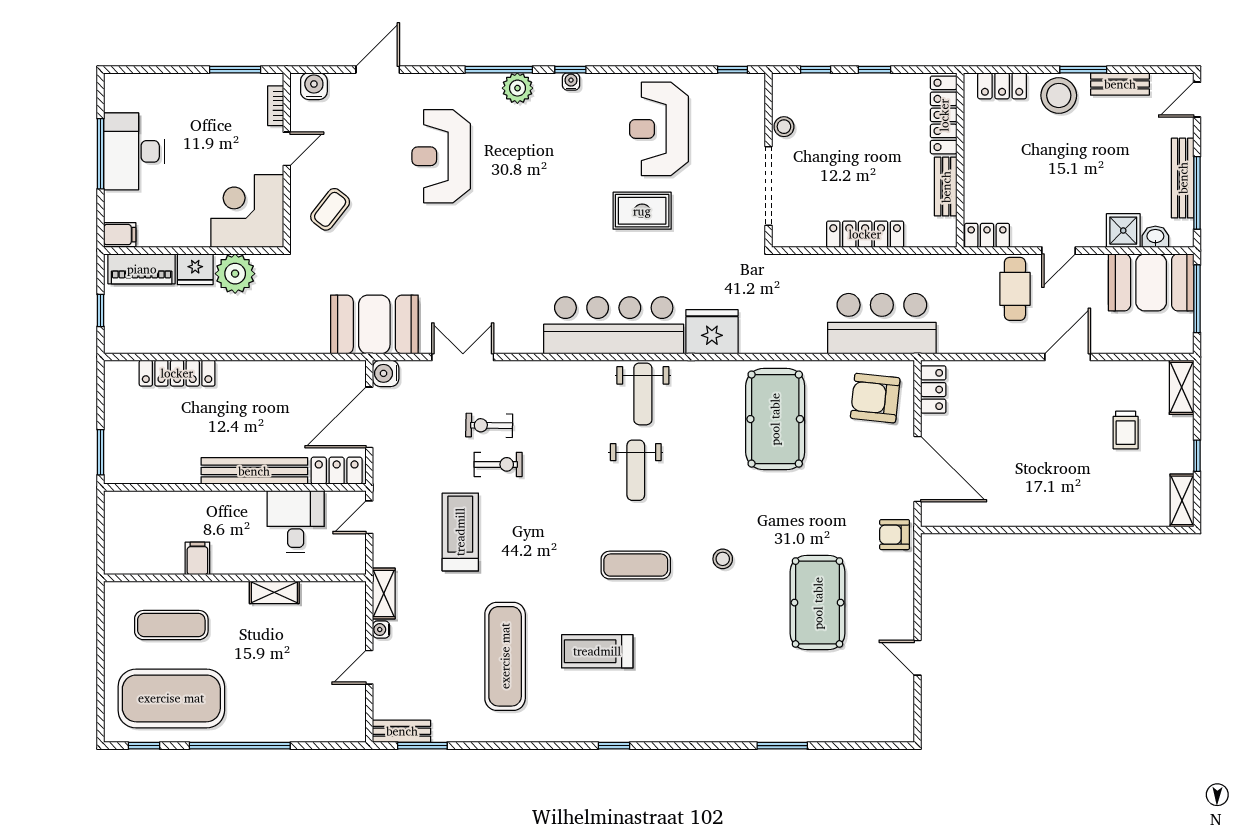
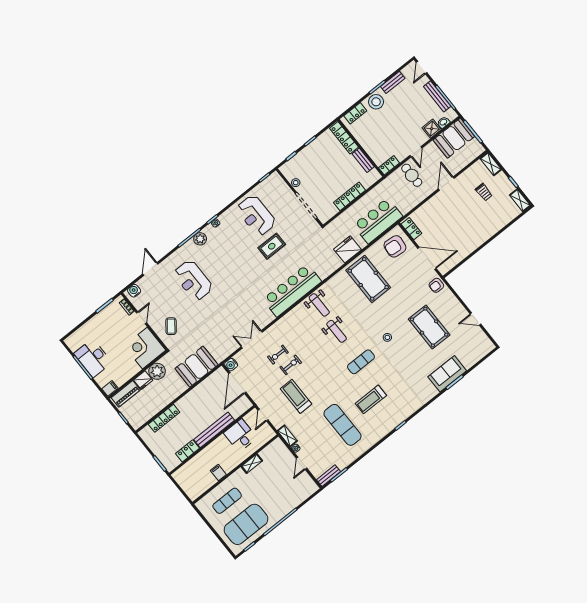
booth: (374, 324) -> (196, 367), moved
fridge: (712, 332) -> (348, 249), moved
locker: (337, 471) -> (188, 451), moved
sofa: (781, 718) -> (447, 374), added

